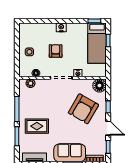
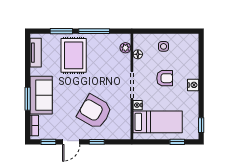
bed: (97, 43) -> (158, 122), moved, turned 180
floor lamp: (99, 86) -> (123, 131), removed
rug: (37, 126) -> (74, 55), width x1.36, depth x1.43

